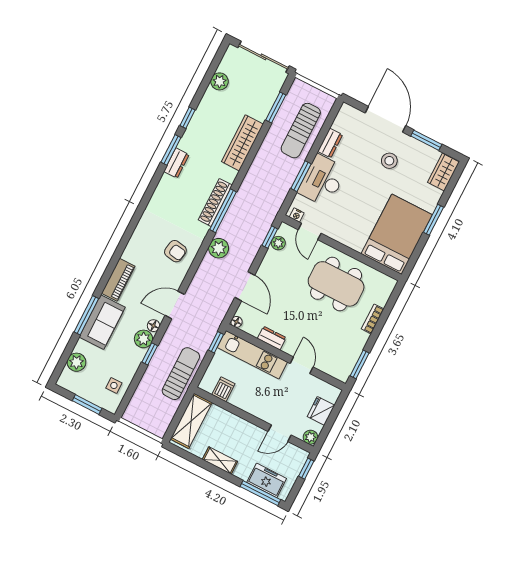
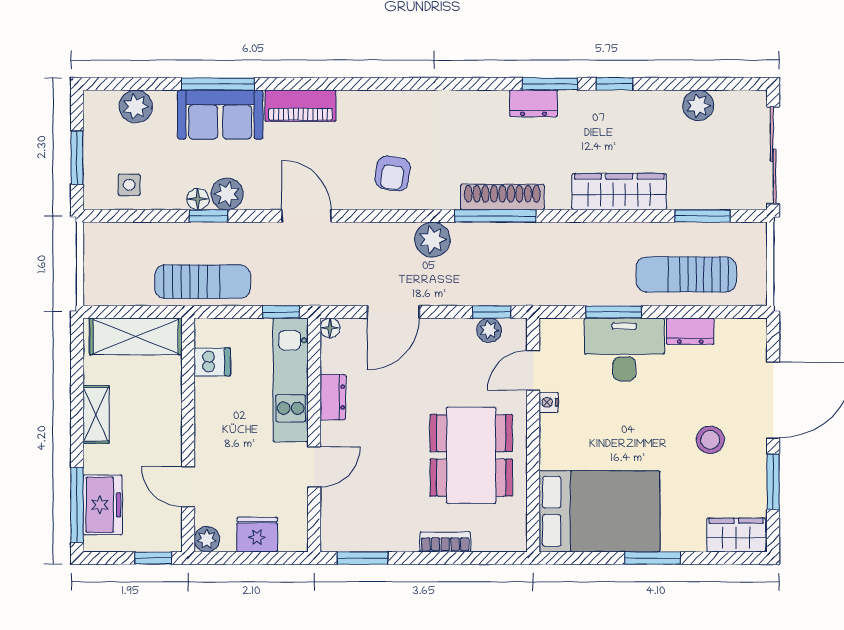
nightstand: (297, 215) -> (549, 402), moved
floor lamp: (154, 326) -> (198, 199), moved

